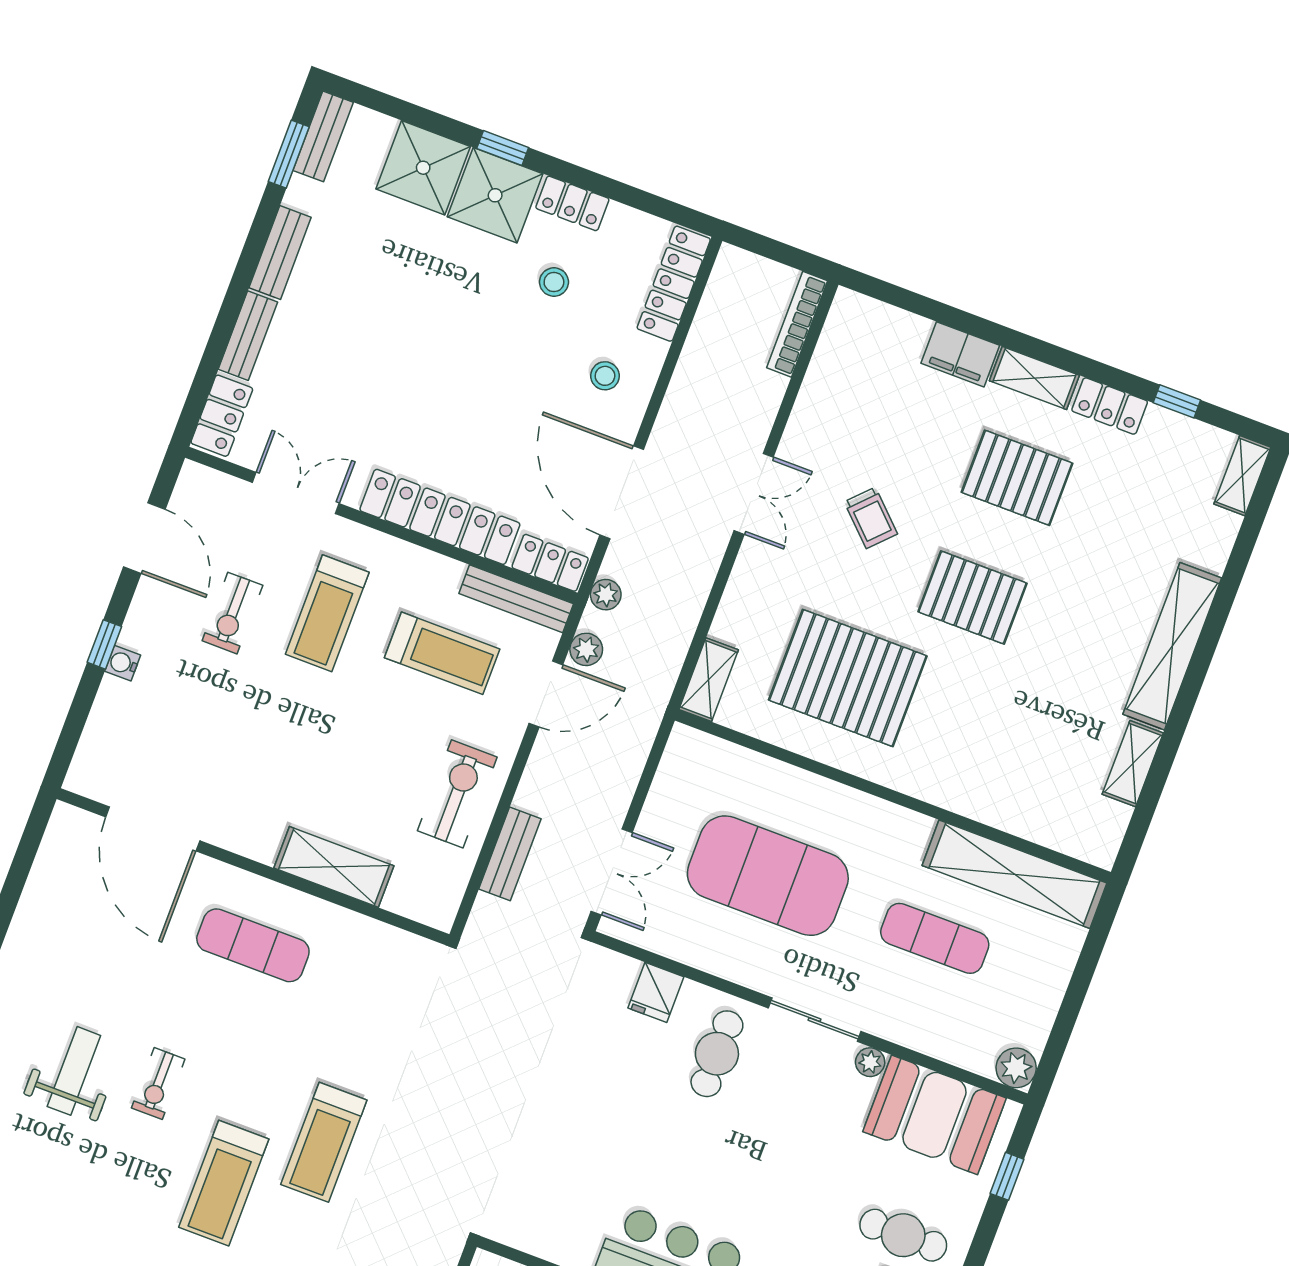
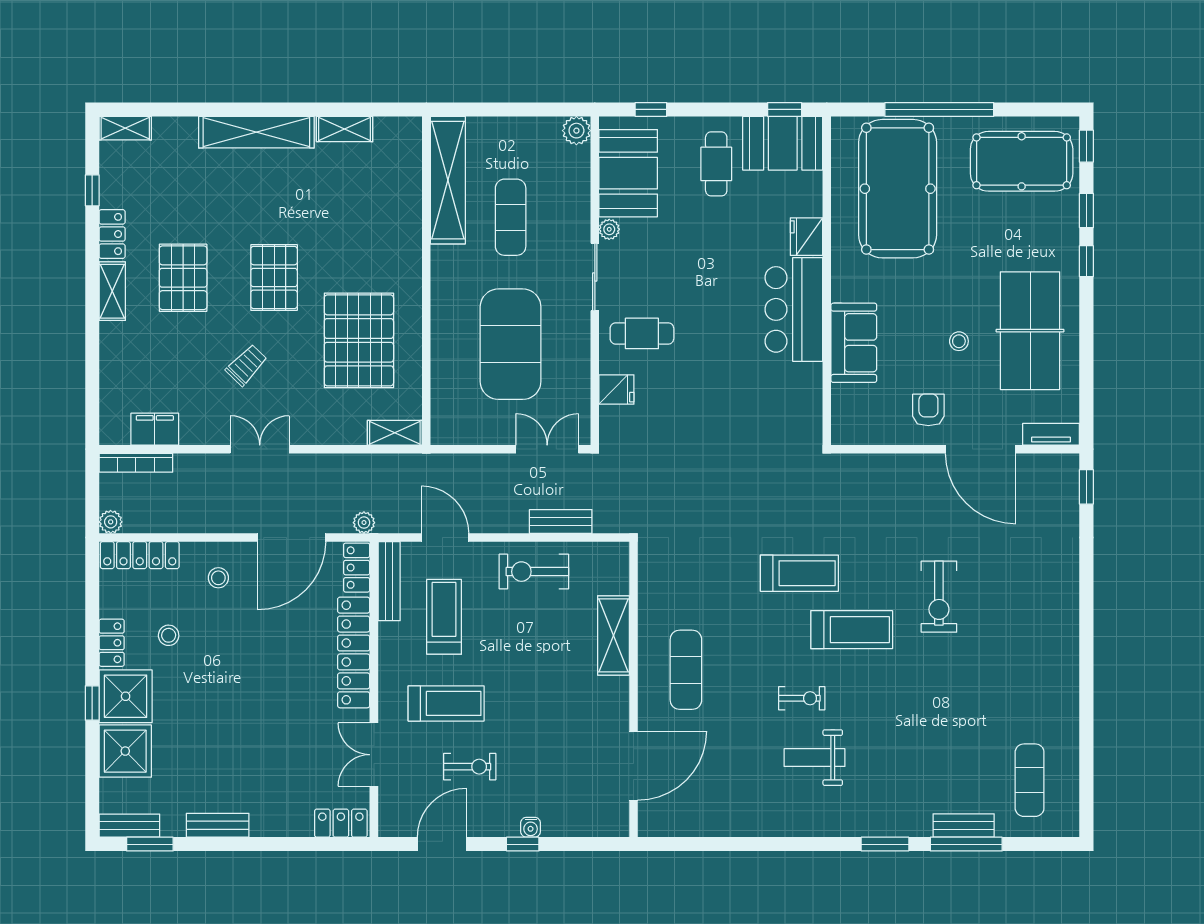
bench: (248, 336) -> (281, 826), removed
filing cabinet: (960, 354) -> (155, 429), moved, turned -90
plant: (586, 649) -> (111, 522), moved

